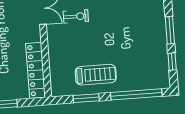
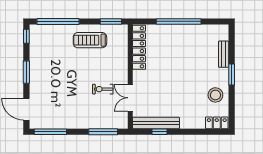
window: (172, 62) -> (26, 36), moved
window: (86, 98) -> (111, 21), moved

